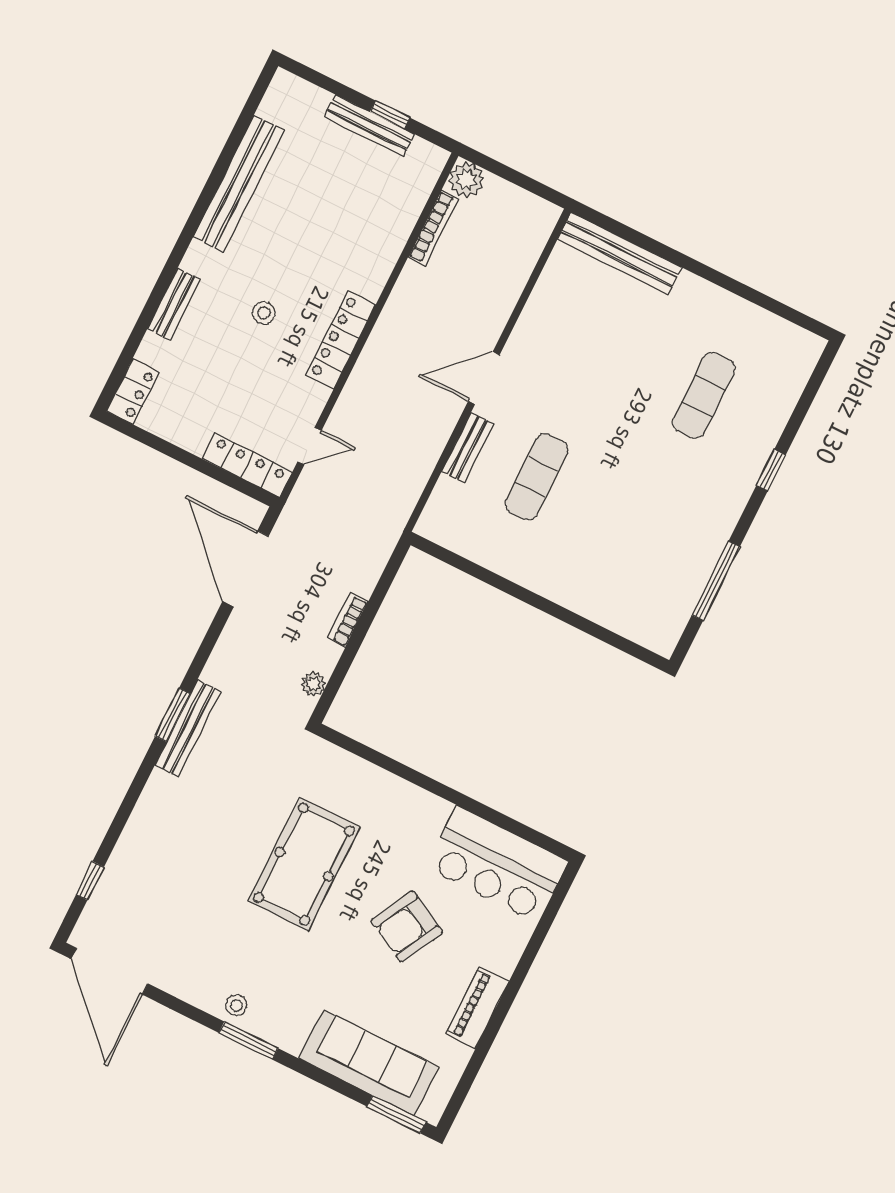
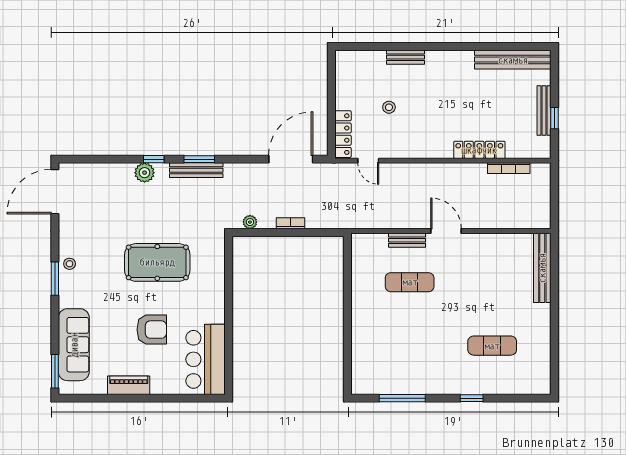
plant: (466, 180) -> (145, 173), moved
bench: (239, 184) -> (513, 60), moved
stool: (264, 313) -> (389, 107), moved
locker: (341, 340) -> (479, 150), moved
locker: (133, 391) -> (351, 58), removed
window: (90, 881) -> (154, 159), moved
armchair: (407, 926) -> (152, 330), turned 152

